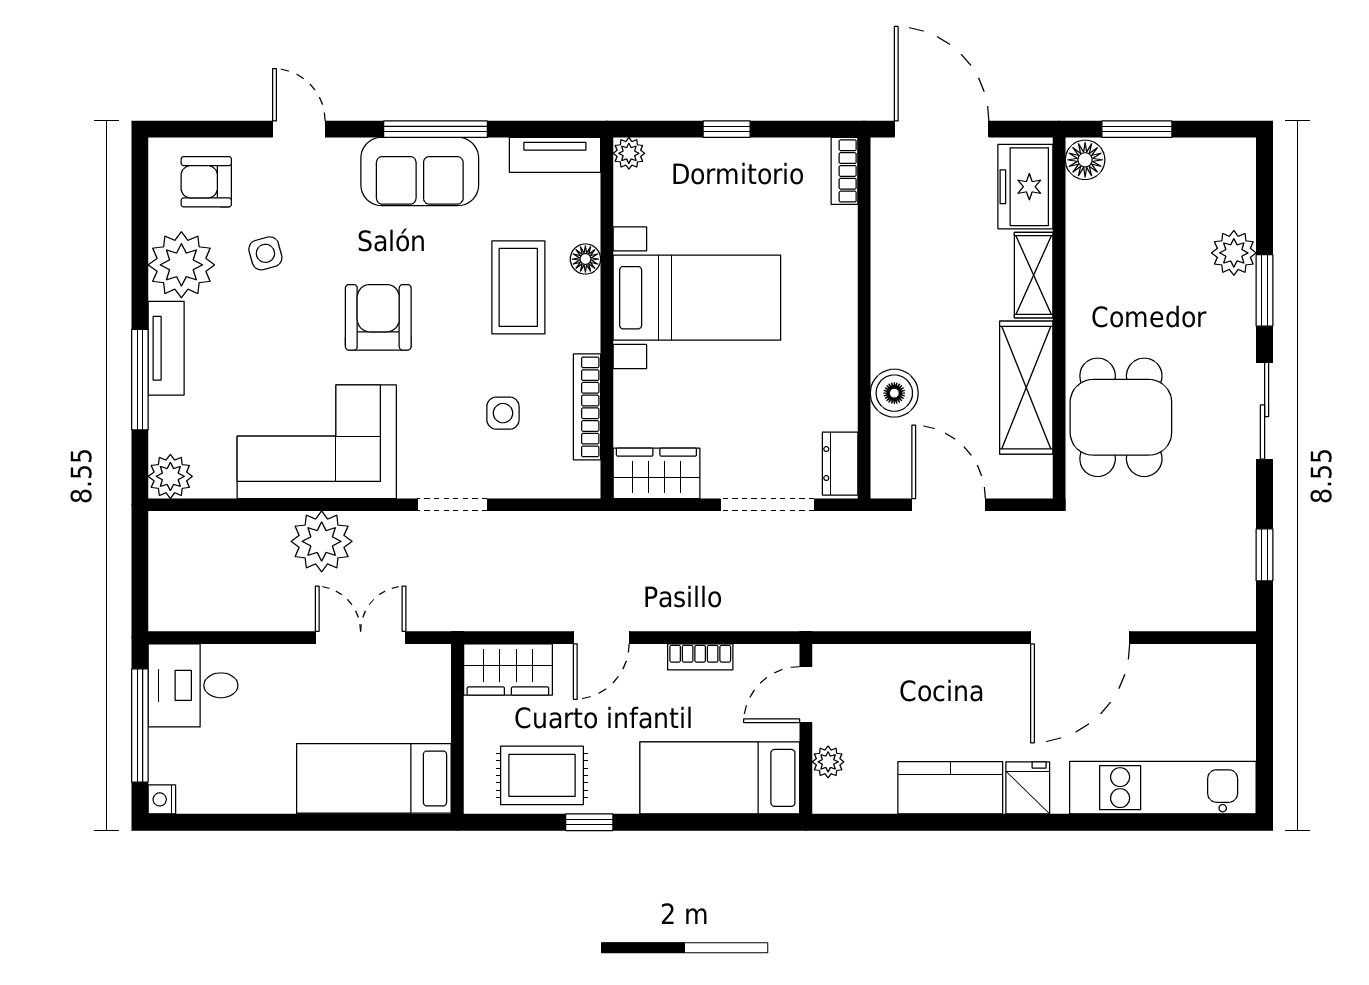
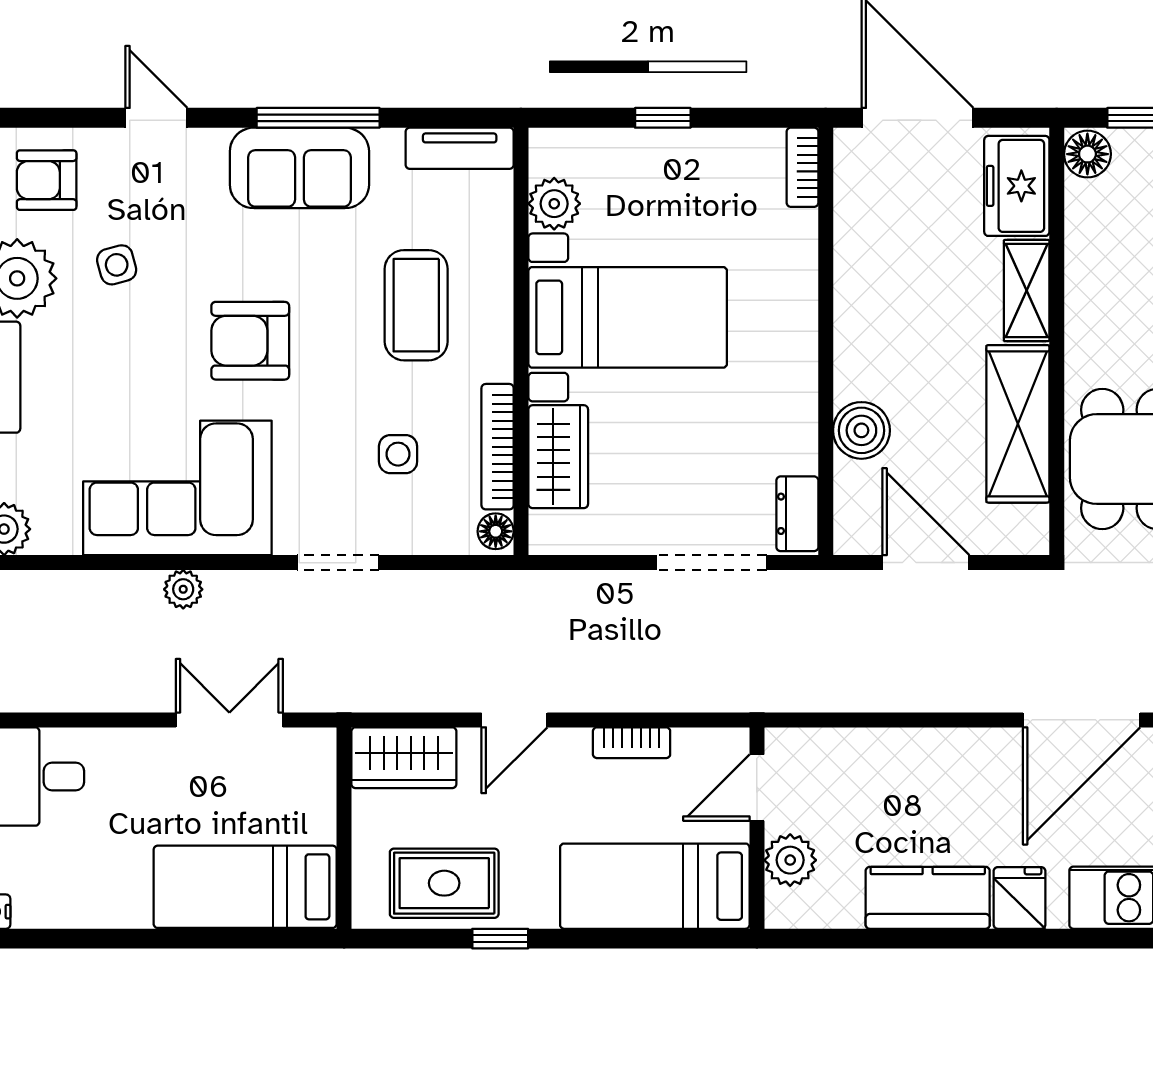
plant: (629, 153) -> (554, 204), moved, width x1.38, depth x1.38
floor lamp: (585, 259) -> (496, 531), moved
armchair: (378, 317) -> (250, 341), turned -90
wardrobe: (656, 473) -> (558, 457), moved, turned 90
plant: (322, 541) -> (183, 589), width x0.53, depth x0.53
plant: (828, 762) -> (790, 860), width x1.38, depth x1.38

